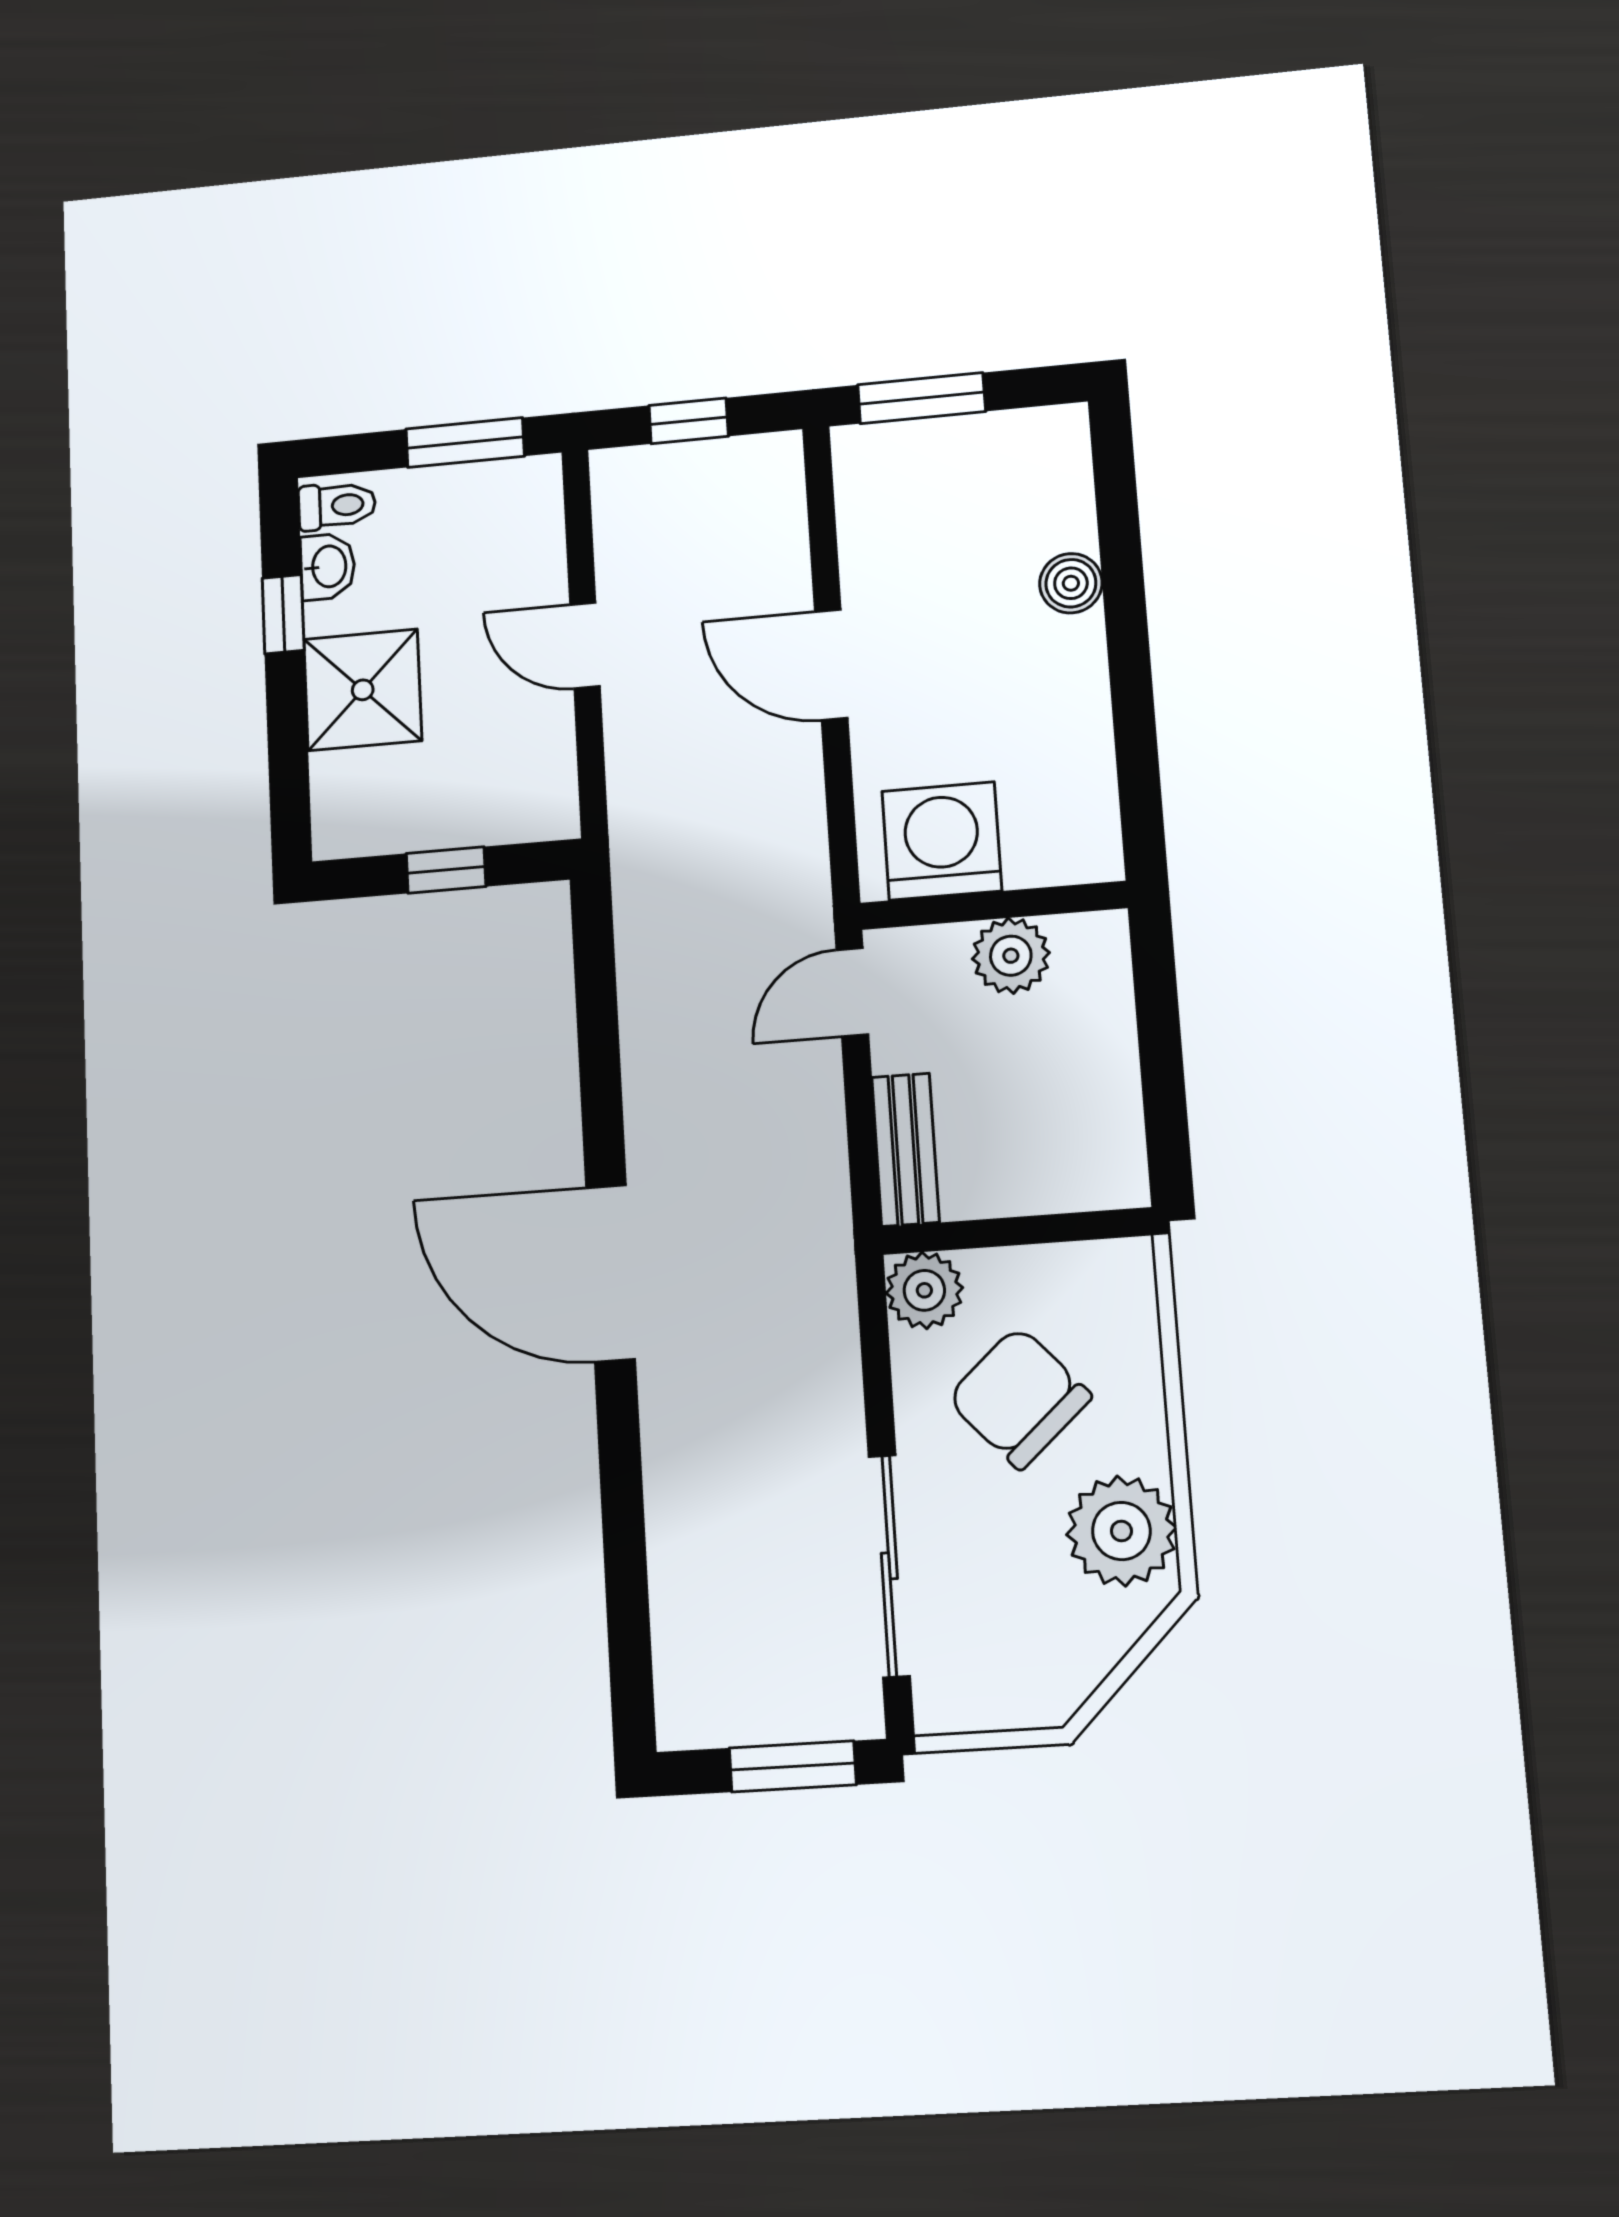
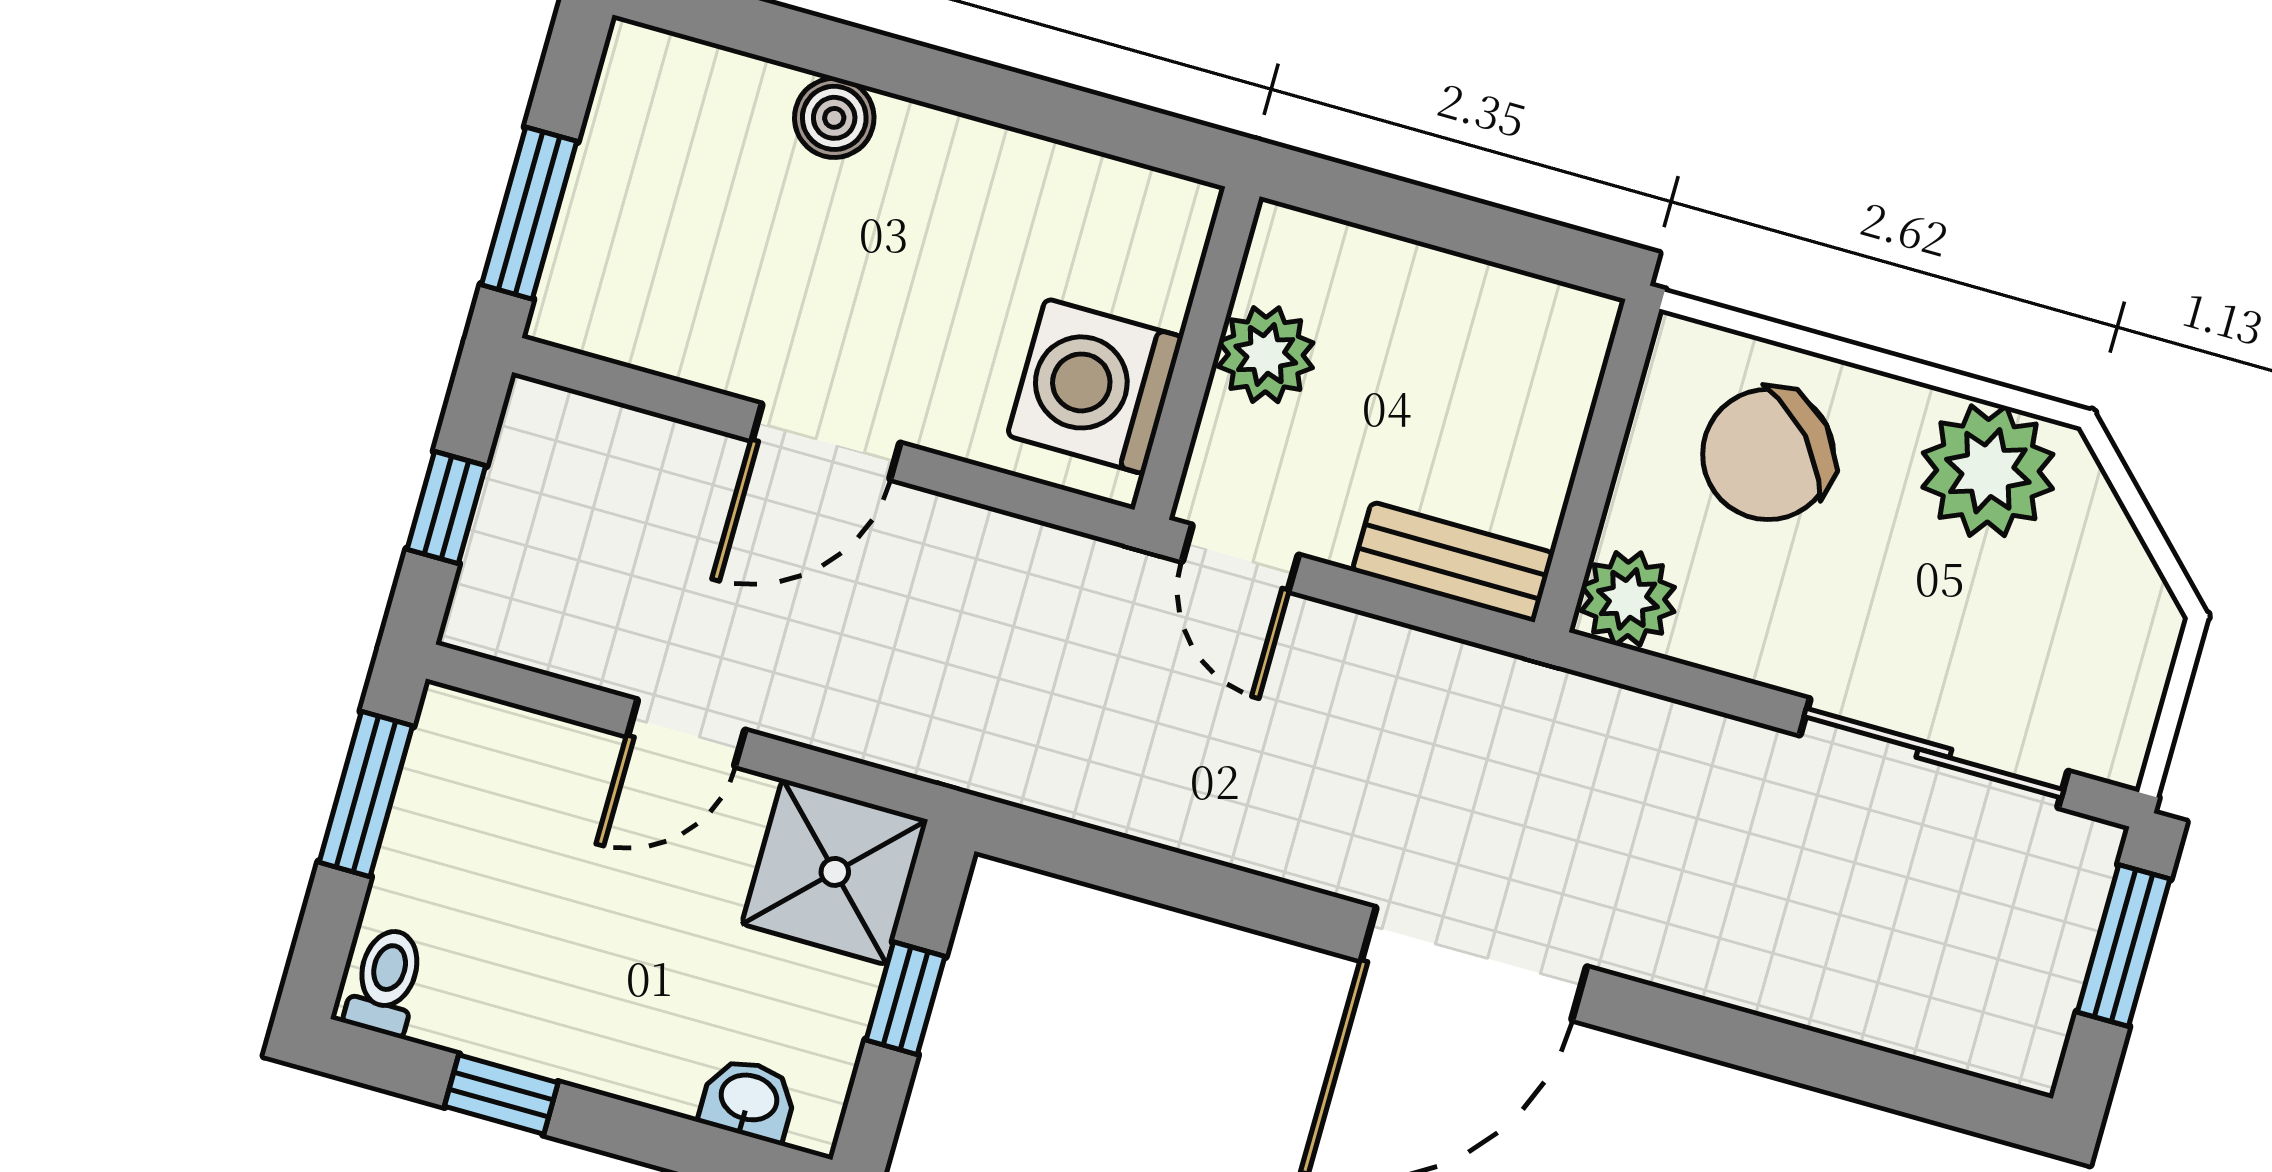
washbasin: (328, 567) -> (748, 1100), moved
shower: (363, 690) -> (835, 872), moved
chair: (1019, 1398) -> (1768, 454), moved

